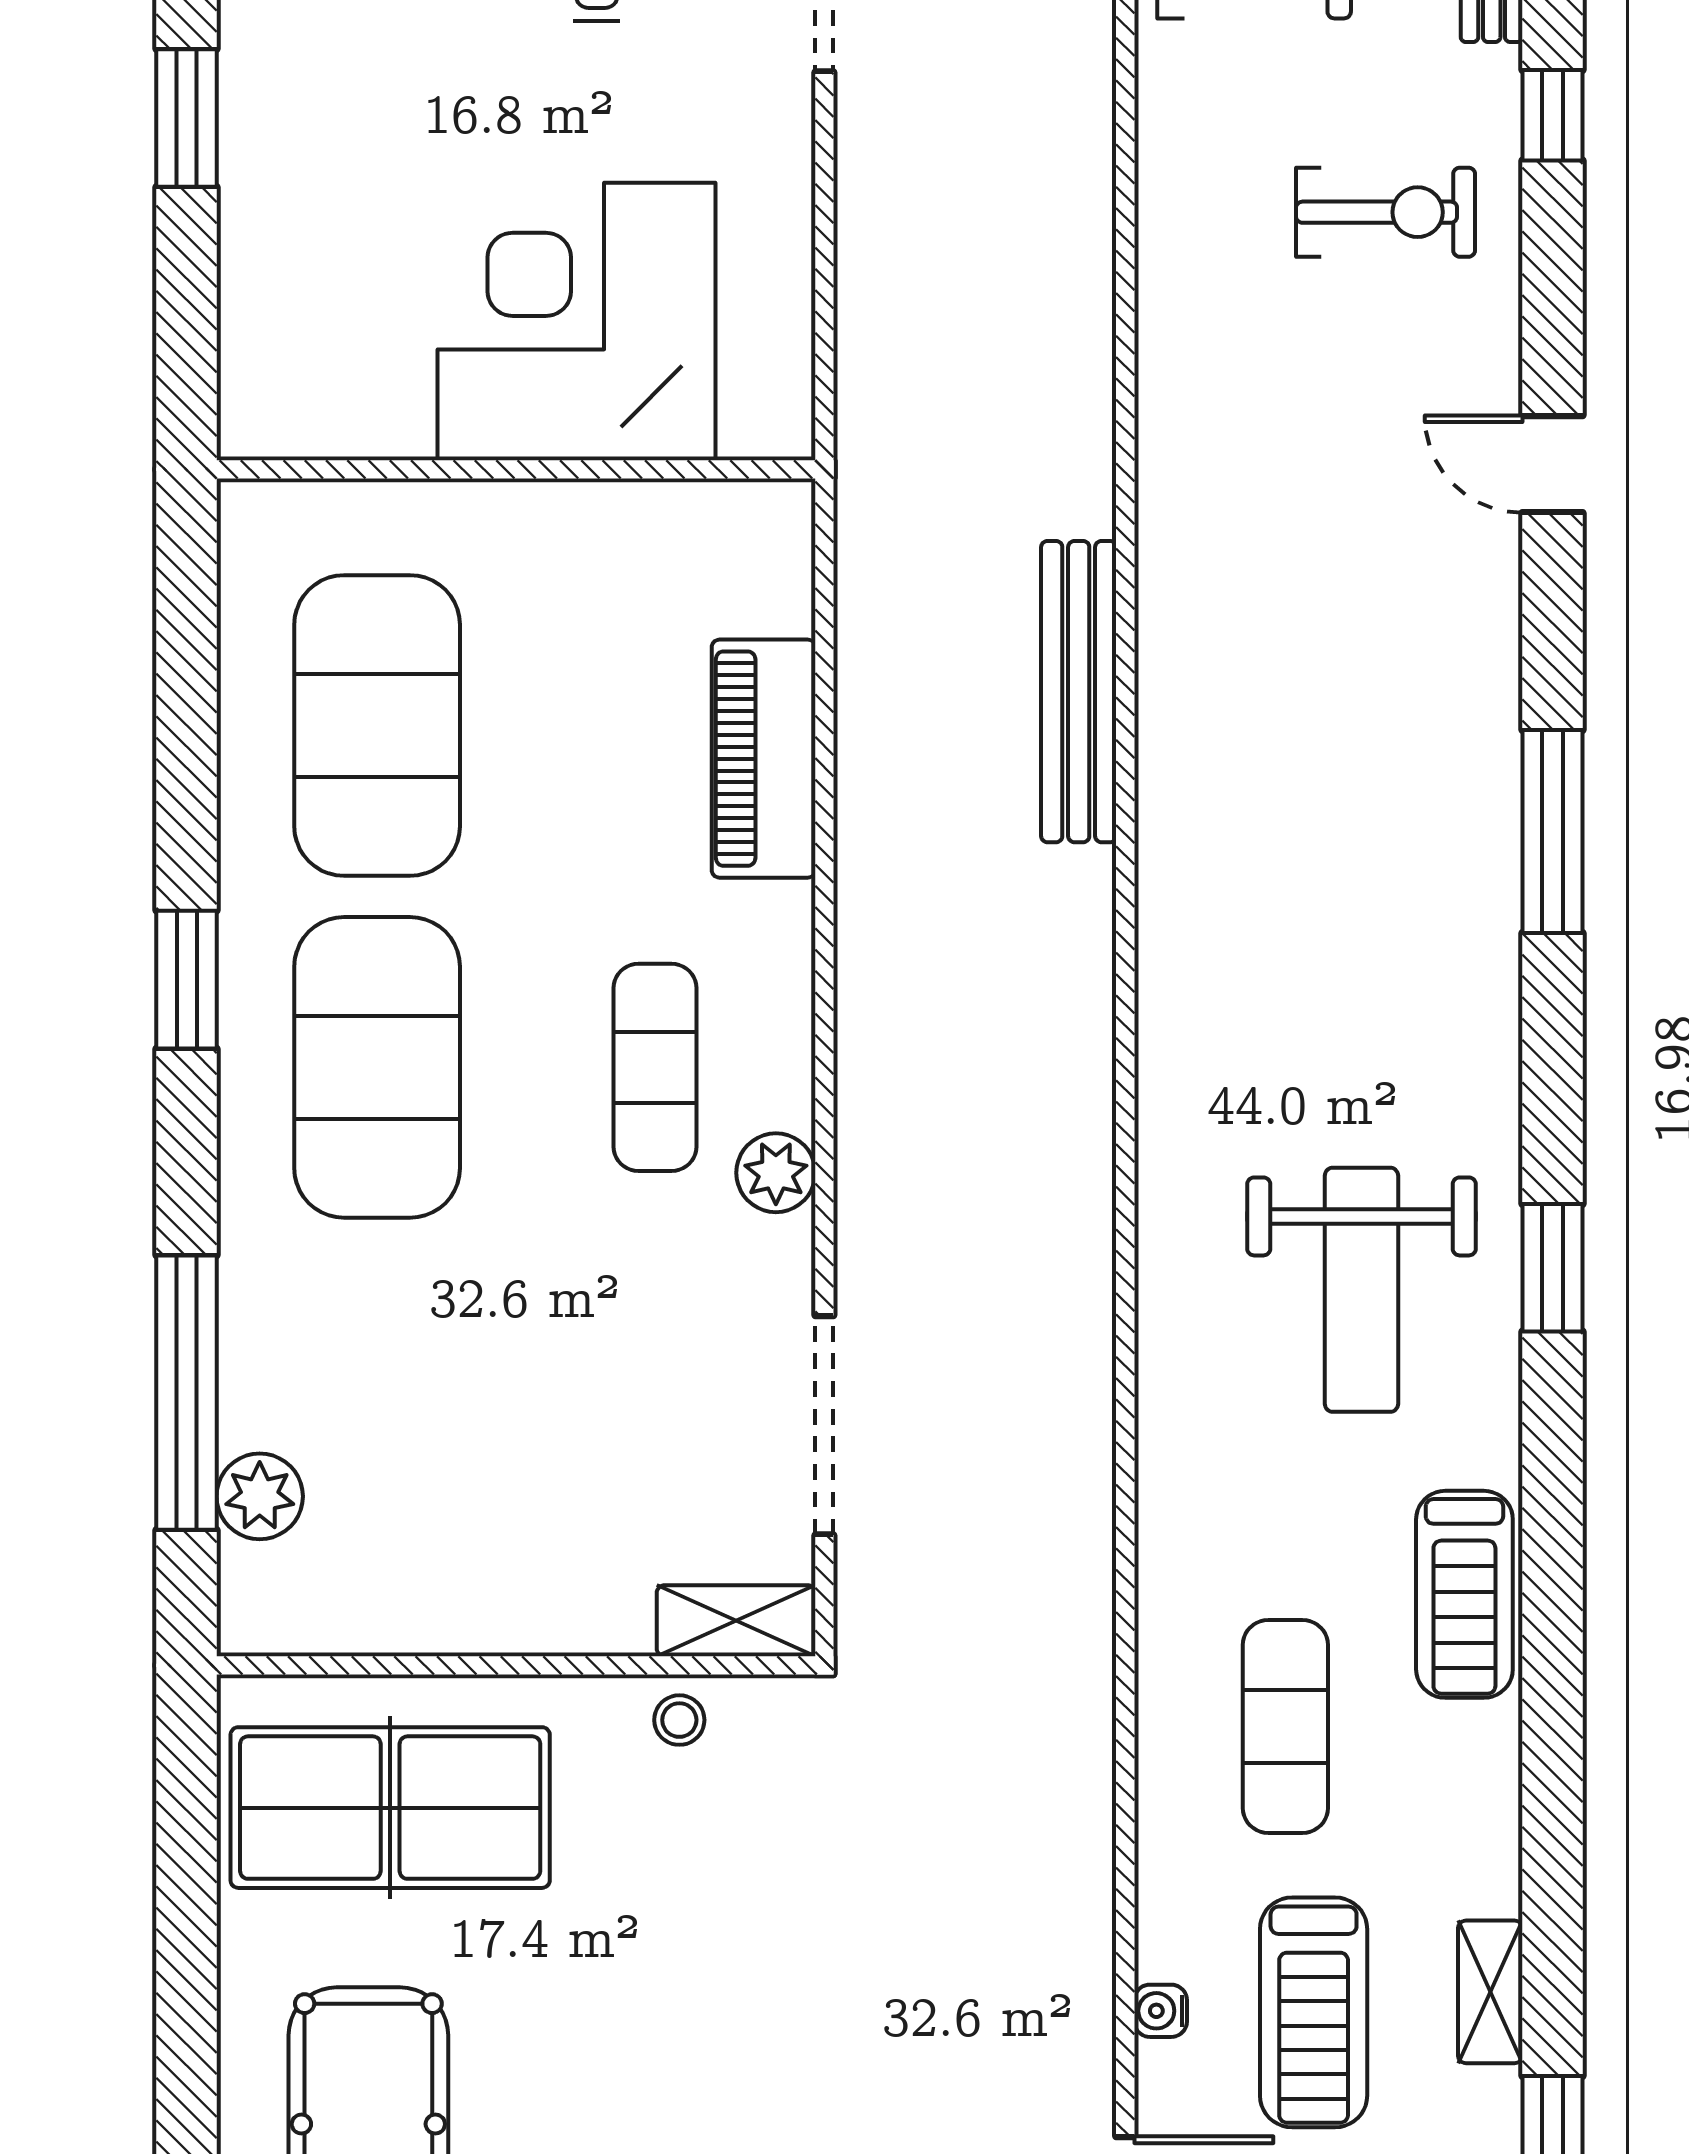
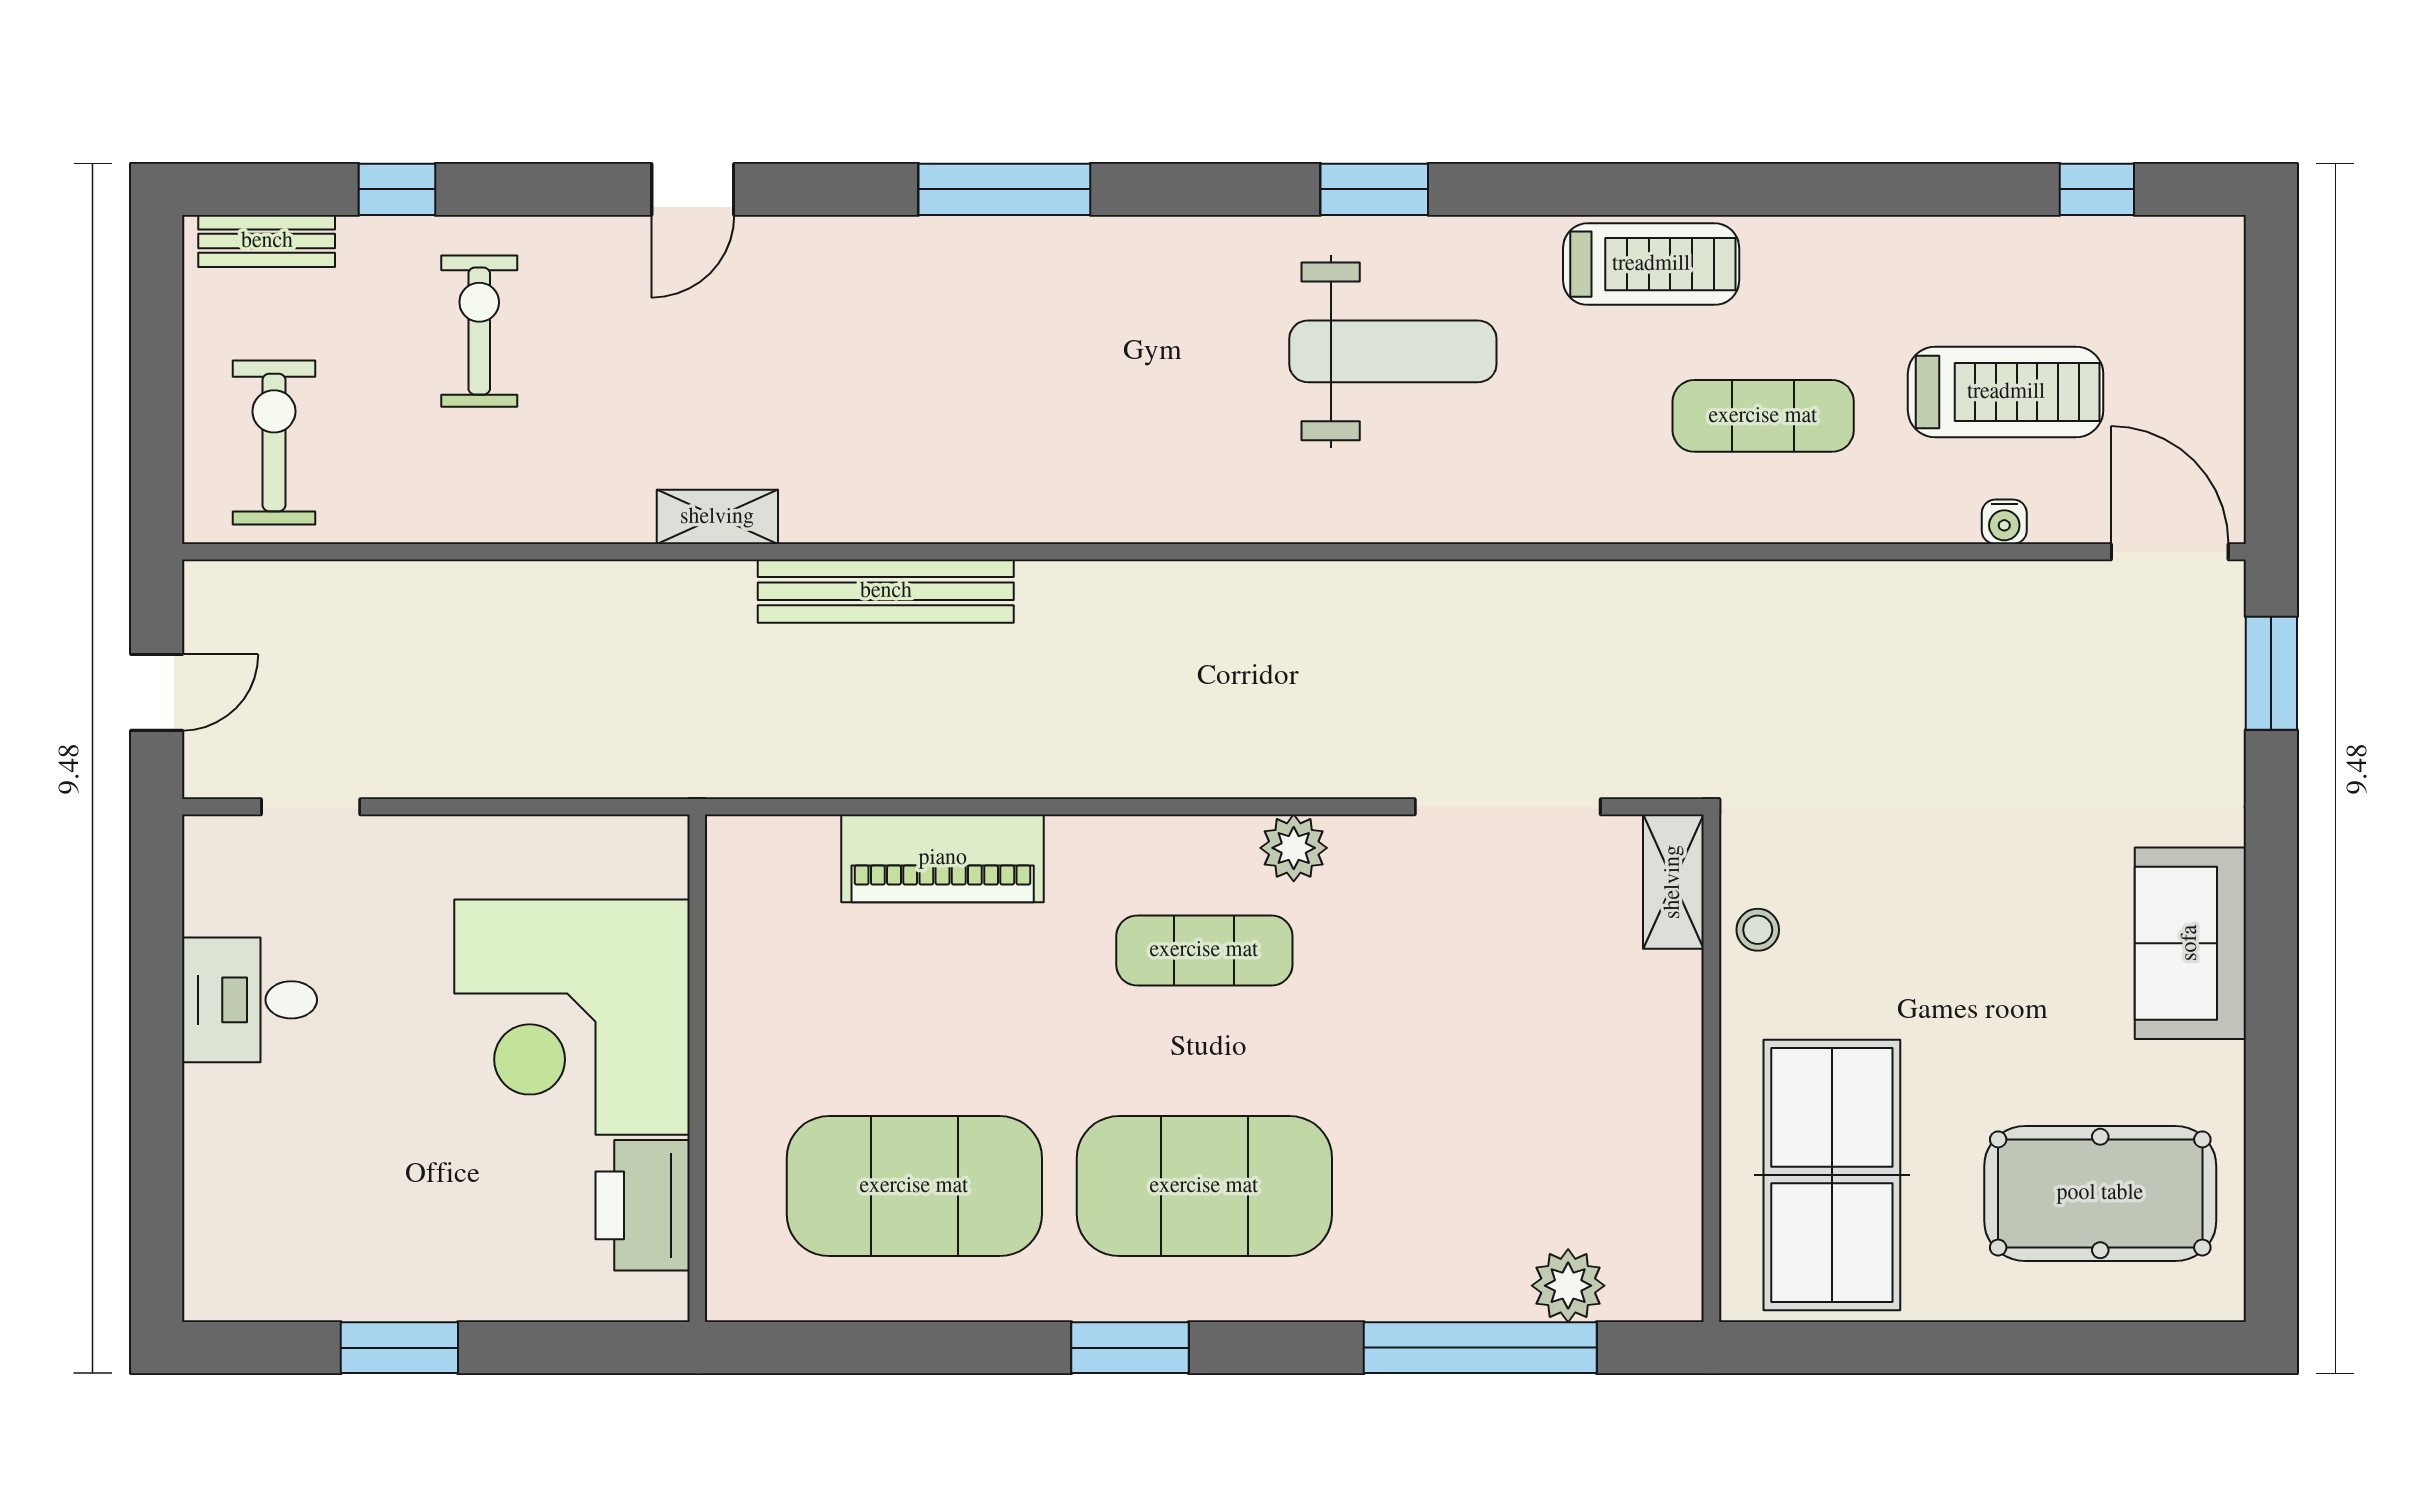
printer: (354, 405) -> (643, 1205), added
shelving: (1490, 1992) -> (717, 517), moved

